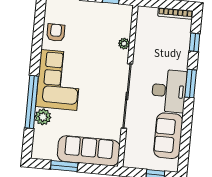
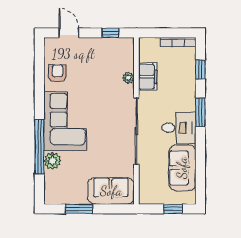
filing cabinet: (143, 44) -> (148, 77), added
desk: (169, 91) -> (179, 128), width x0.73
sofa: (89, 151) -> (111, 191), width x0.73

